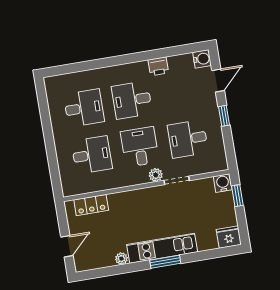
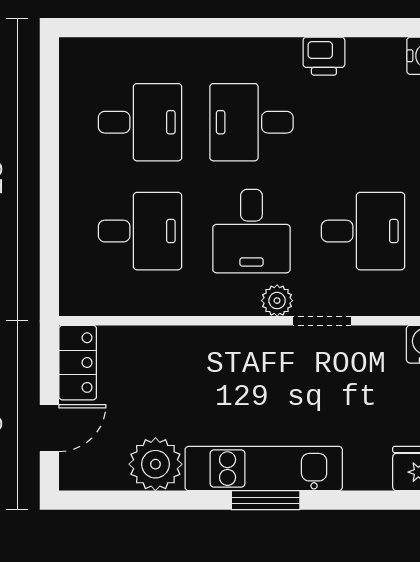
desk: (188, 139) -> (363, 231), turned 180
desk: (140, 147) -> (251, 231), turned 180
locker: (91, 205) -> (78, 363), moved, turned -90
plant: (121, 259) -> (155, 464), width x1.87, depth x1.87

